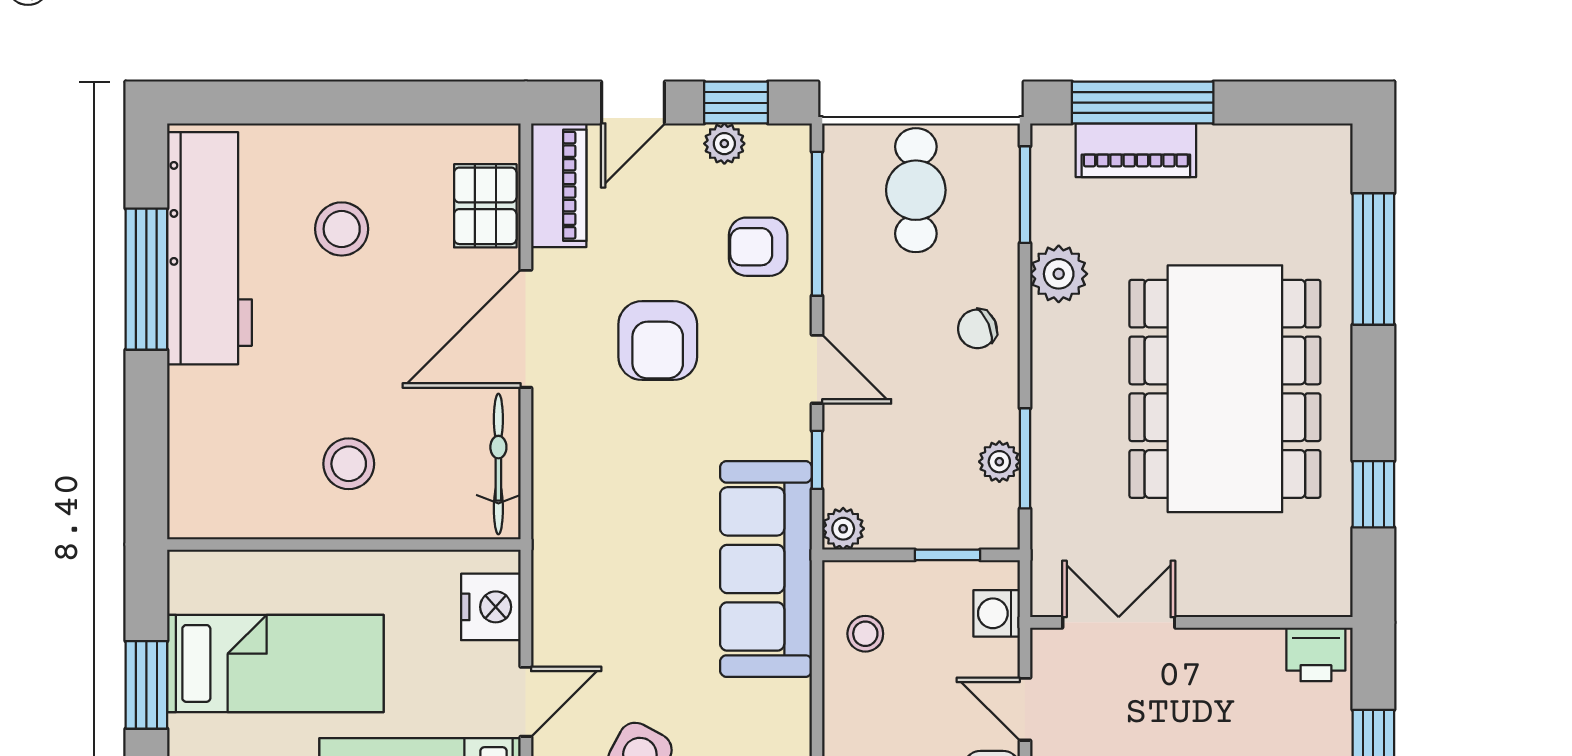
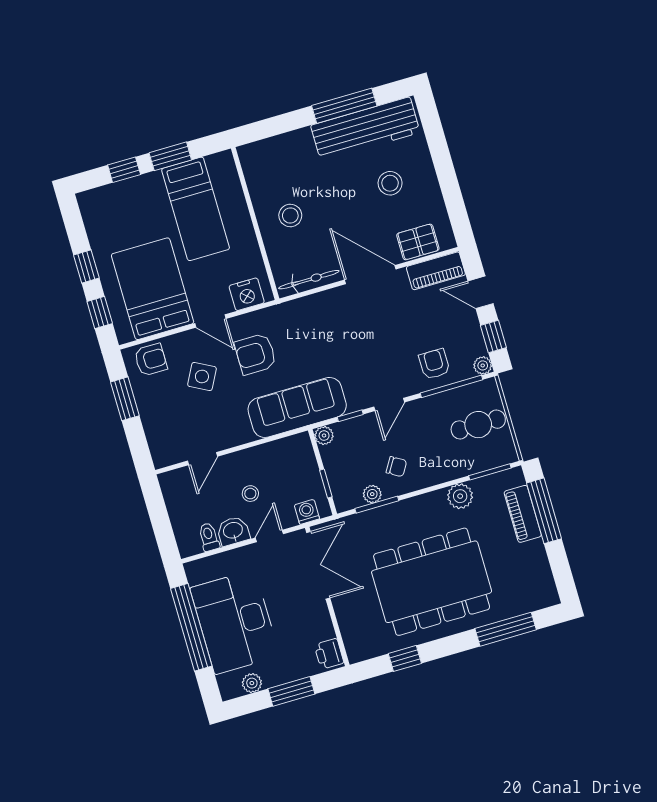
plant: (724, 144) -> (483, 365), moved
chair: (977, 329) -> (396, 467), moved, turned 144
armchair: (658, 341) -> (255, 354), moved
double door: (1119, 622) -> (318, 565), width x1.37
stool: (865, 634) -> (250, 494), moved

